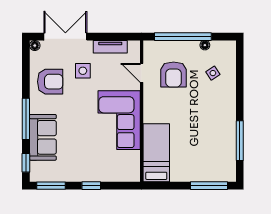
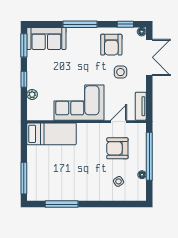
tv unit: (110, 47) -> (141, 106), moved
sofa: (43, 137) -> (46, 38), moved
window: (26, 163) -> (125, 24), moved
plant: (110, 176) -> (32, 95), added

